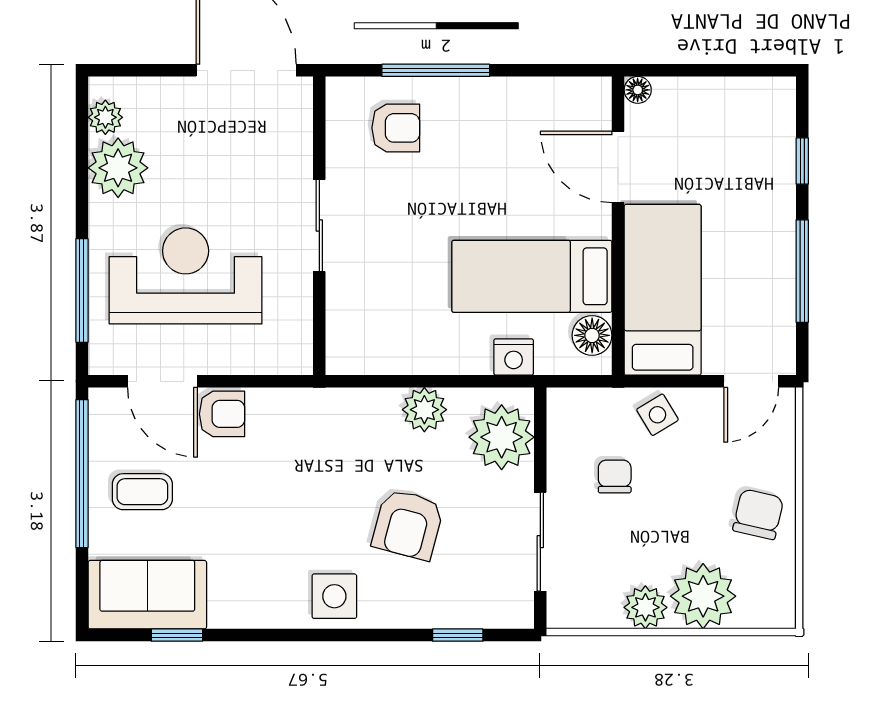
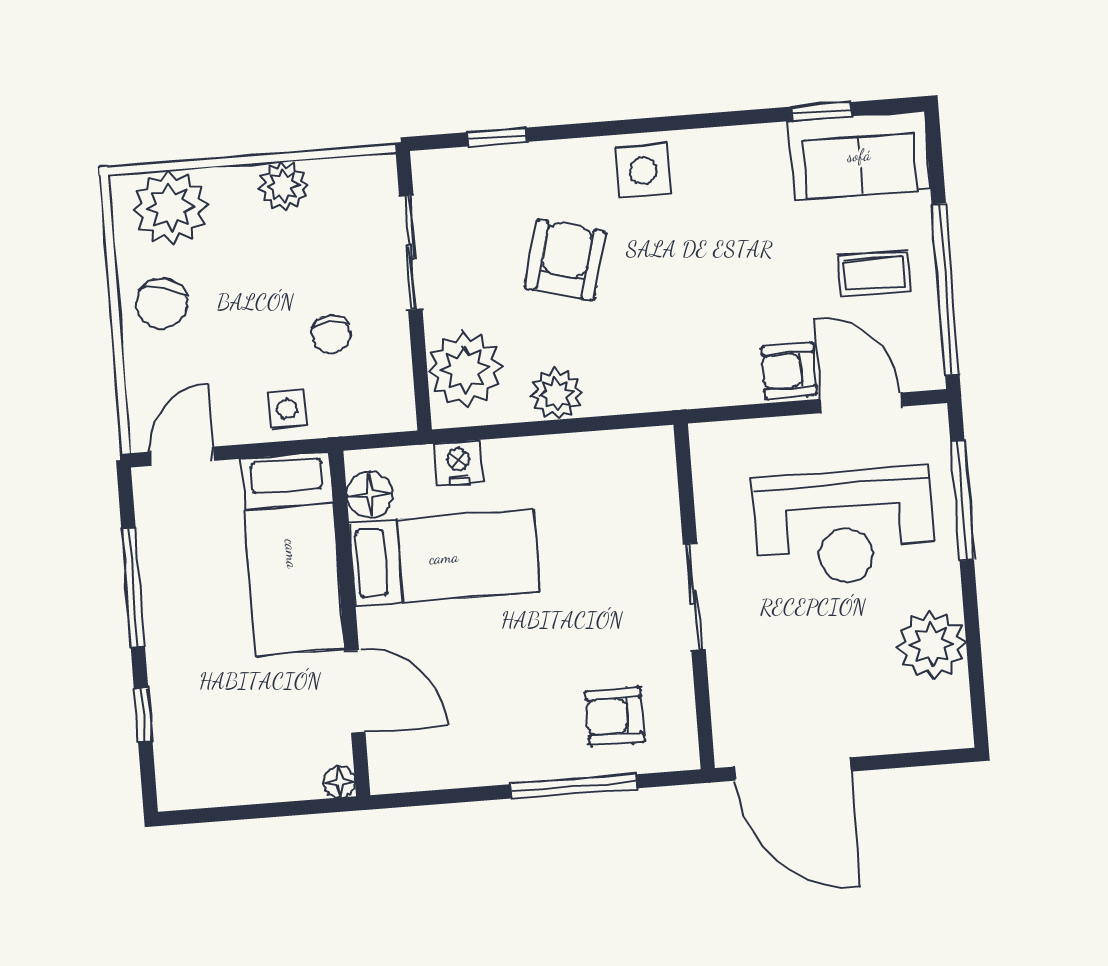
plant: (105, 117) -> (951, 702), removed
side table: (657, 415) -> (287, 409), turned 31
plant: (703, 596) -> (170, 208), moved

